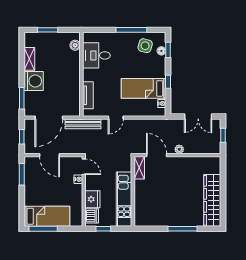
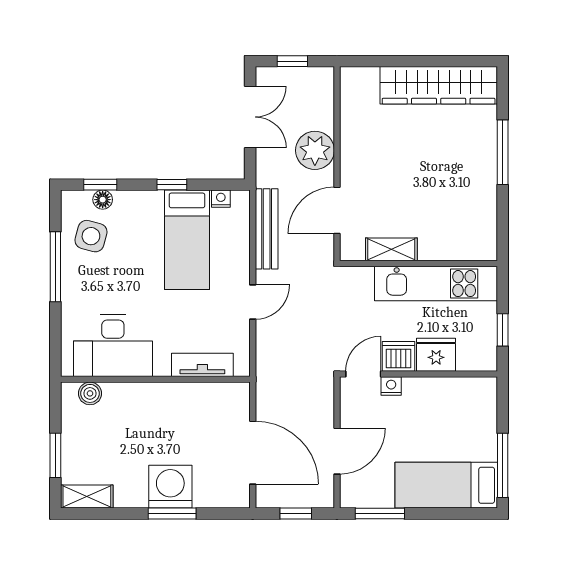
desk: (96, 55) -> (113, 346), width x1.37
shelving: (29, 59) -> (87, 497), moved
window: (22, 98) -> (172, 514), moved
door: (116, 118) -> (253, 302), hinge flipped
bench: (83, 124) -> (267, 229), moved
plant: (179, 149) -> (315, 150), width x1.88, depth x1.88
shelving: (139, 168) -> (391, 249), moved
bed: (47, 216) -> (446, 485), moved, turned -90
dishwasher: (92, 216) -> (398, 356), moved

